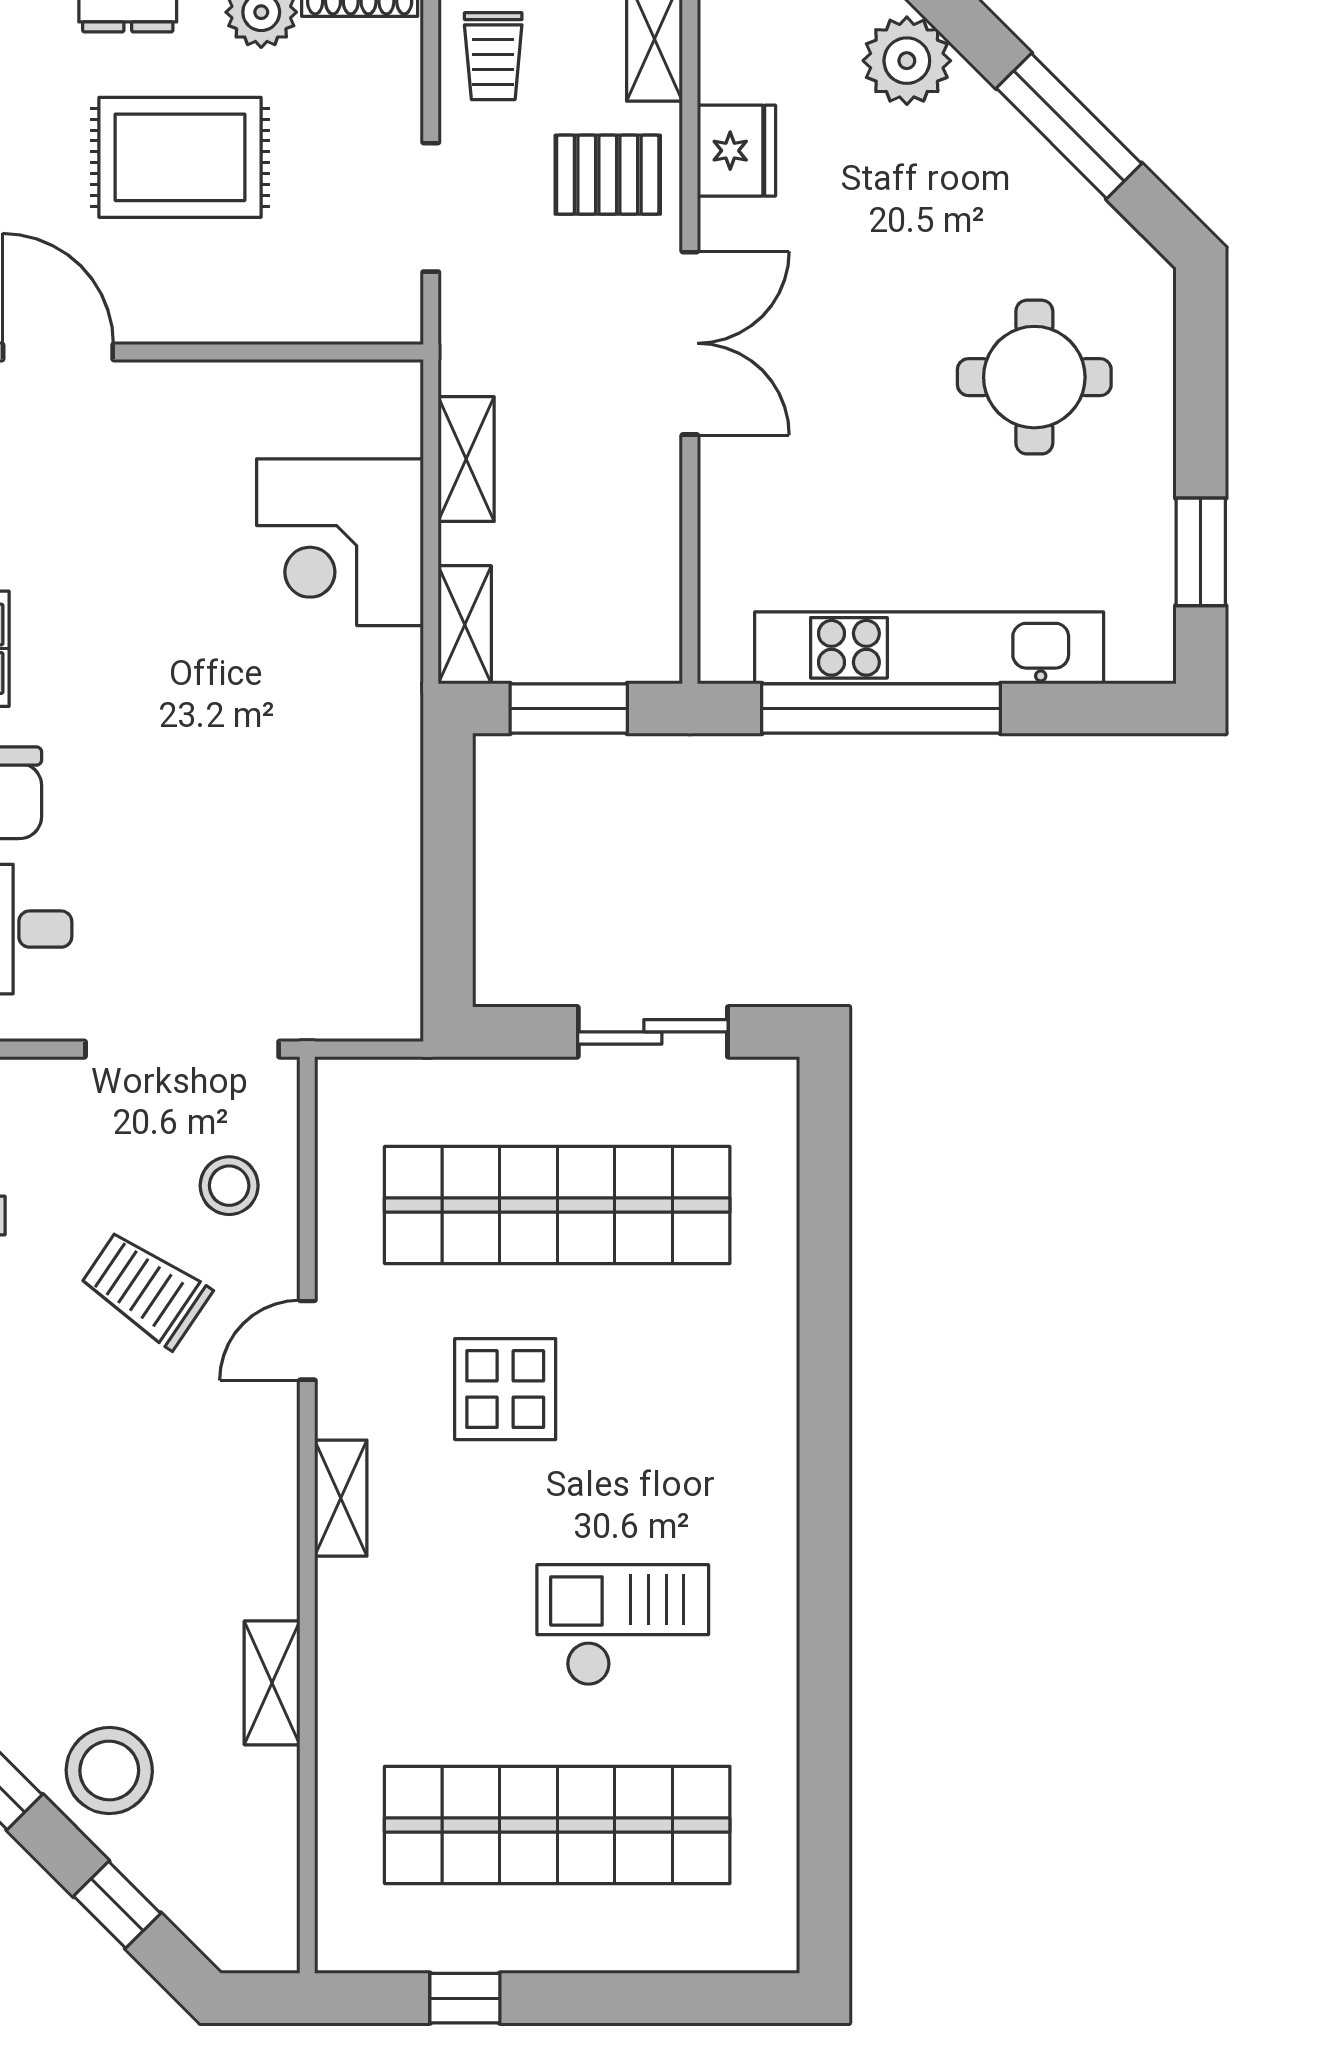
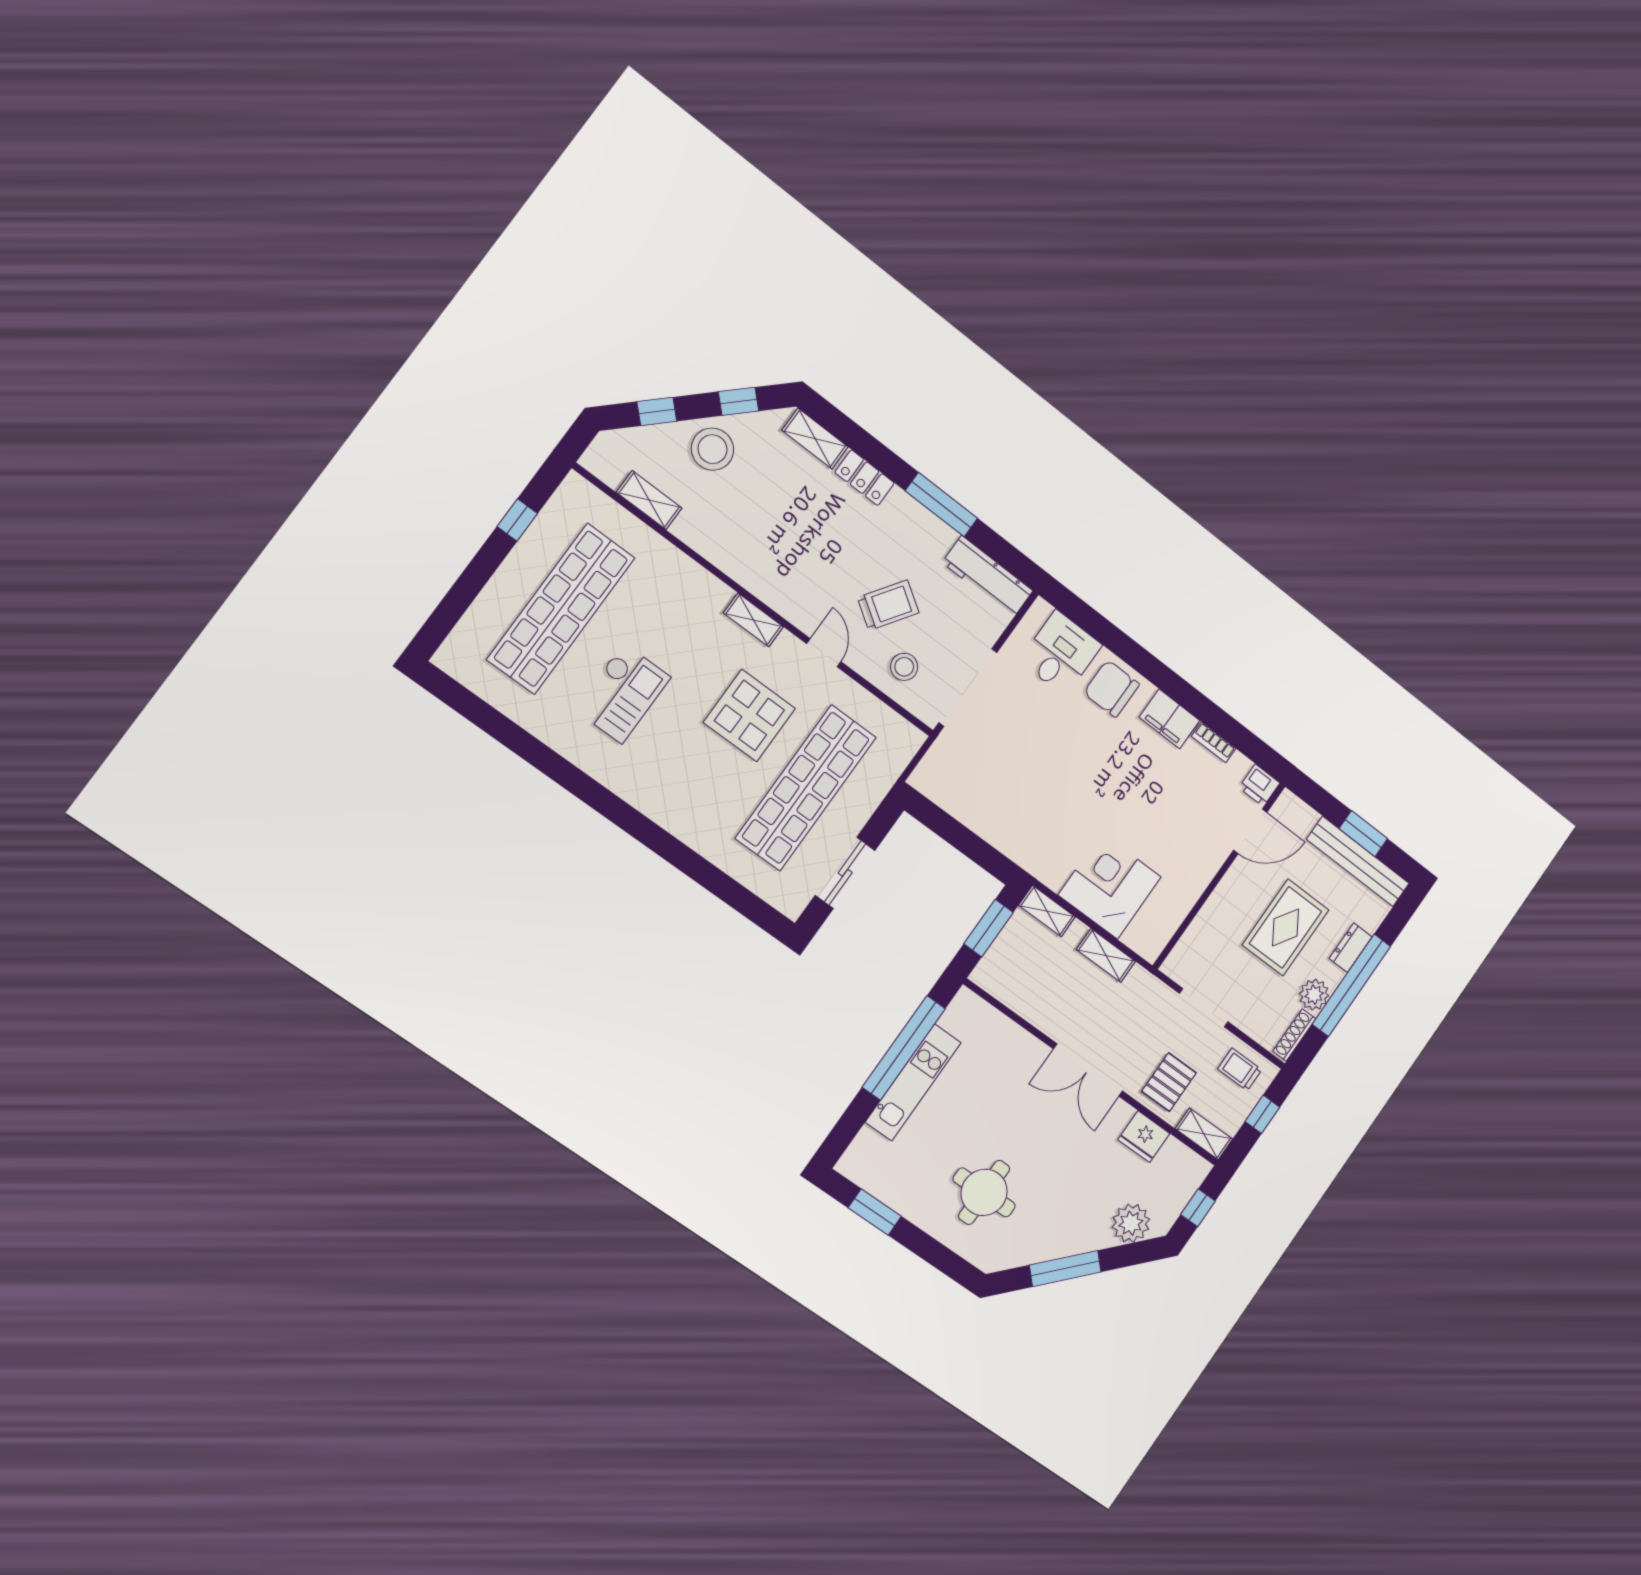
kitchen unit: (929, 648) -> (913, 1082), width x0.73
display table: (505, 1389) -> (749, 715), width x1.36, depth x1.36
shelving: (272, 1683) -> (649, 500), moved

